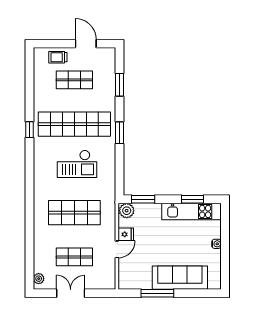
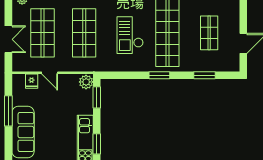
trolley: (58, 57) -> (230, 17), removed
fridge: (126, 234) -> (32, 81), moved
shop shelf: (74, 257) -> (43, 33), width x1.43, depth x1.36
double door: (71, 293) -> (8, 39), moved

